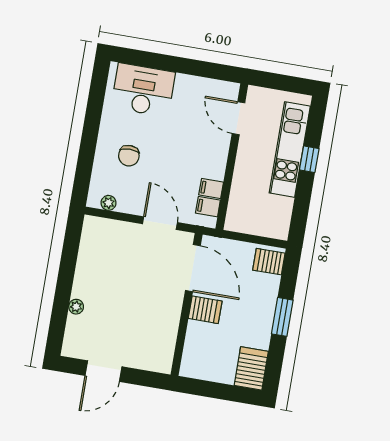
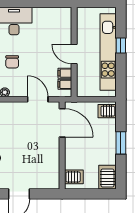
door: (238, 118) -> (74, 54), moved
kitchen unit: (290, 150) -> (108, 52), width x1.36
server rack: (205, 310) -> (74, 177), moved

